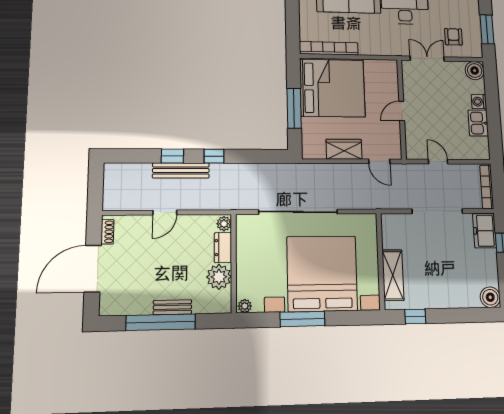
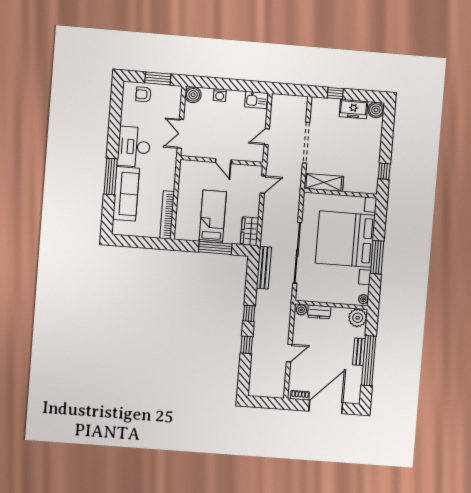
armchair: (453, 37) -> (144, 94), moved
bed: (332, 88) -> (213, 217), width x0.49
kitchen sink: (478, 123) -> (256, 100), moved
wardrobe: (344, 149) -> (250, 231), moved
bench: (181, 170) -> (264, 268), moved
bookcase: (487, 187) -> (290, 99), removed
door: (165, 213) -> (289, 353), hinge flipped
freezer: (485, 231) -> (353, 109), moved
door: (93, 269) -> (326, 407), swing flipped
shelving: (393, 275) -> (324, 182), moved
plant: (219, 277) -> (358, 318), moved

